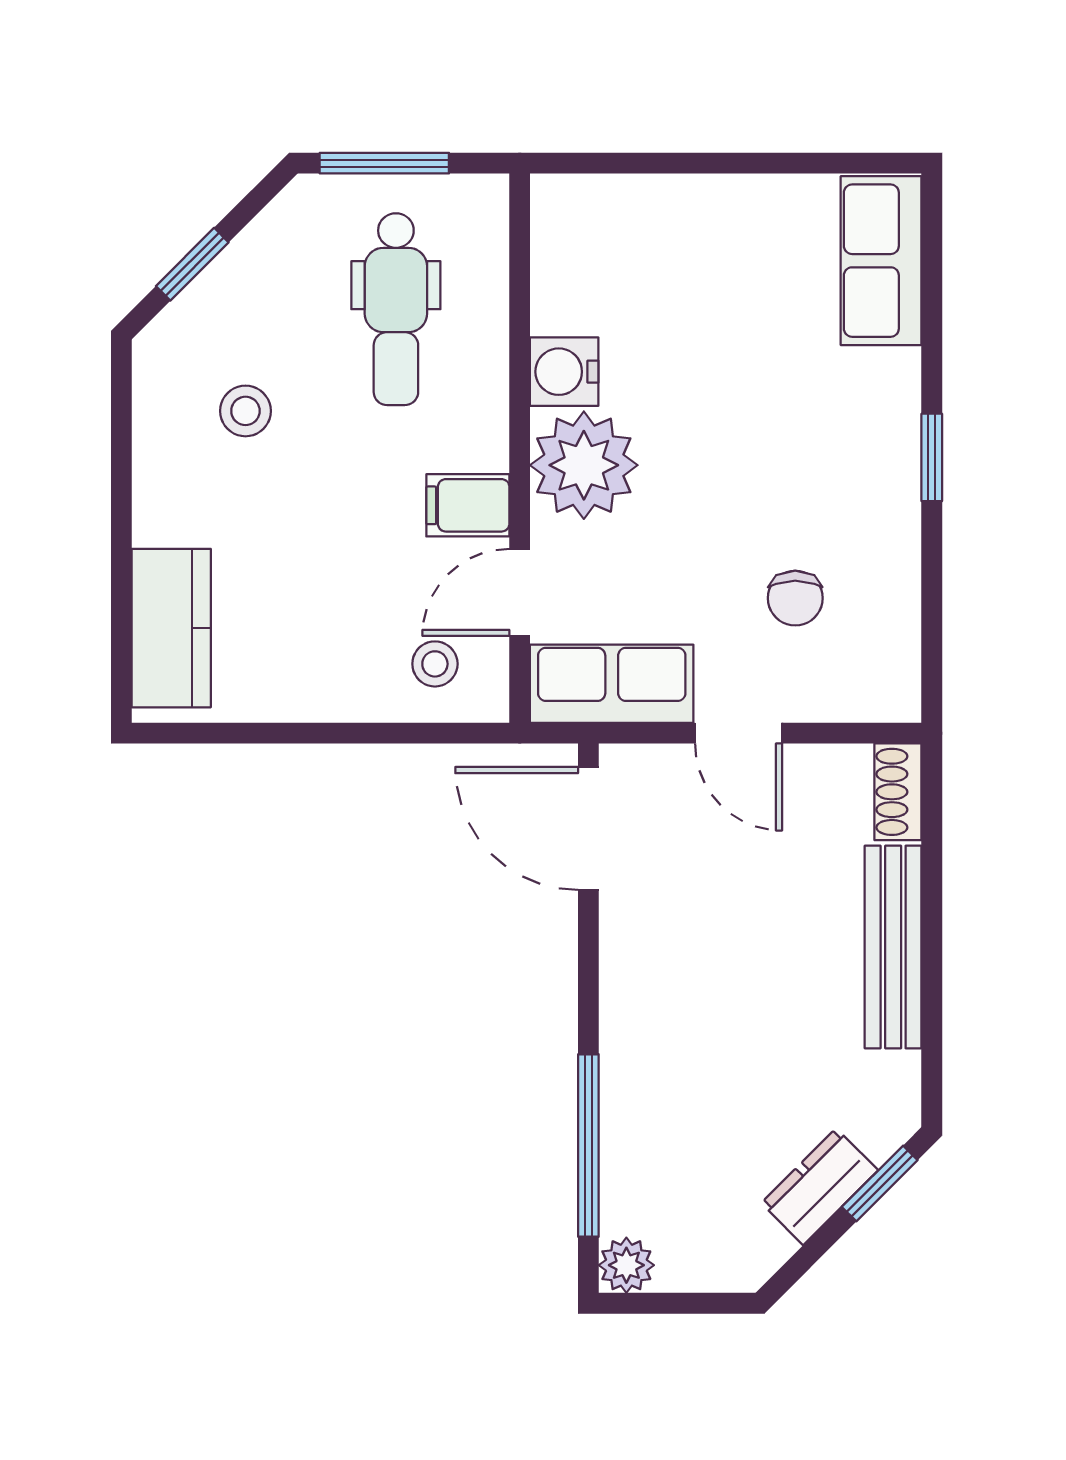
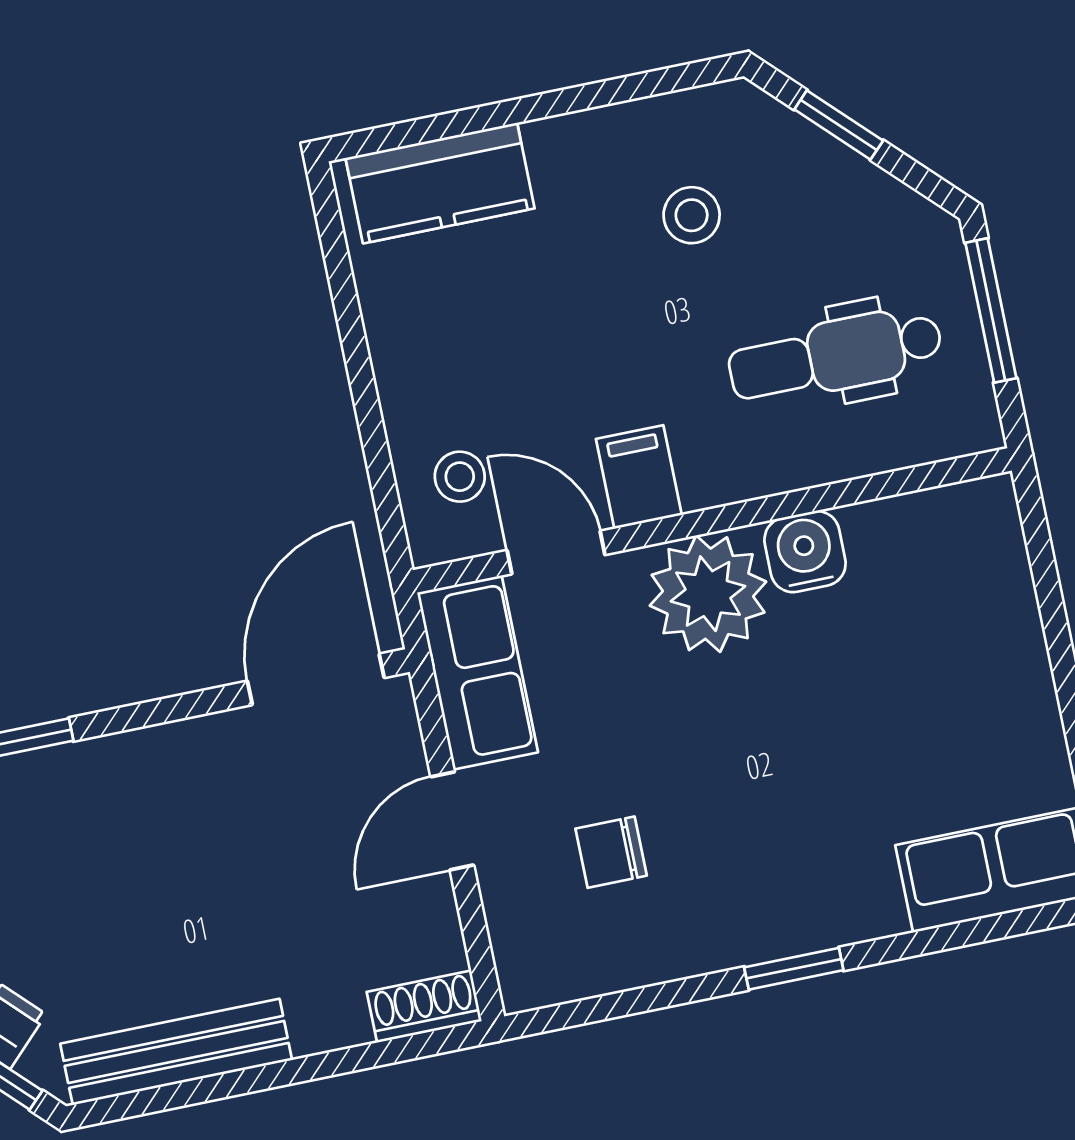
bench: (893, 947) -> (176, 1052), moved

